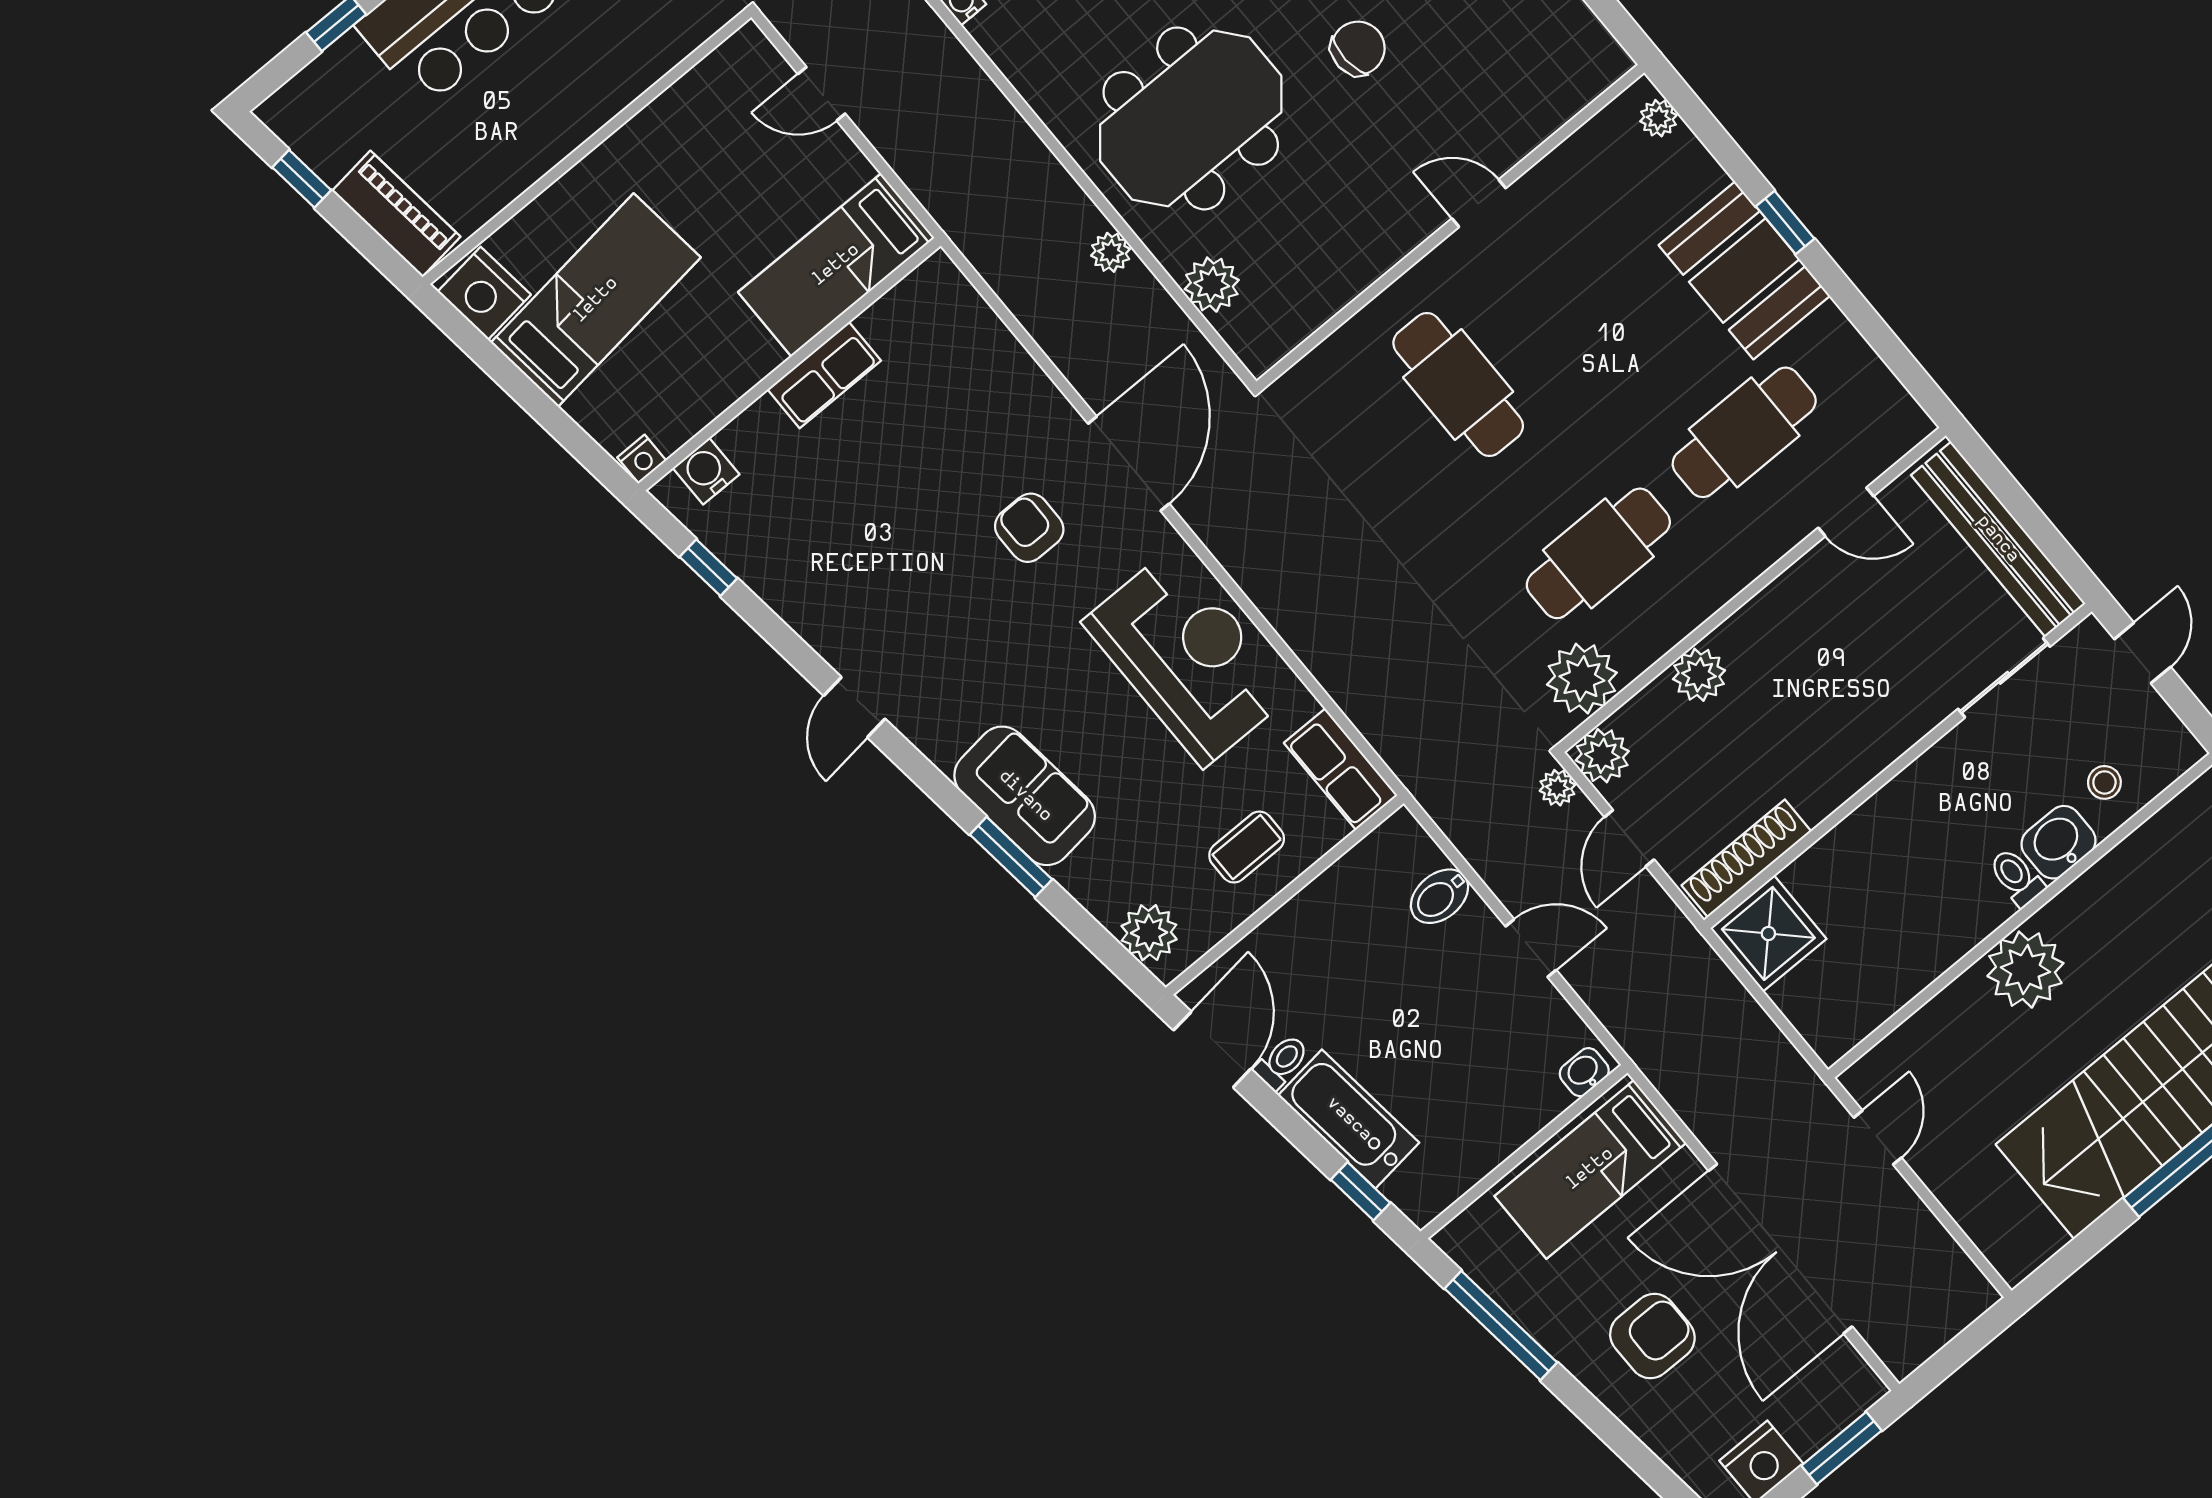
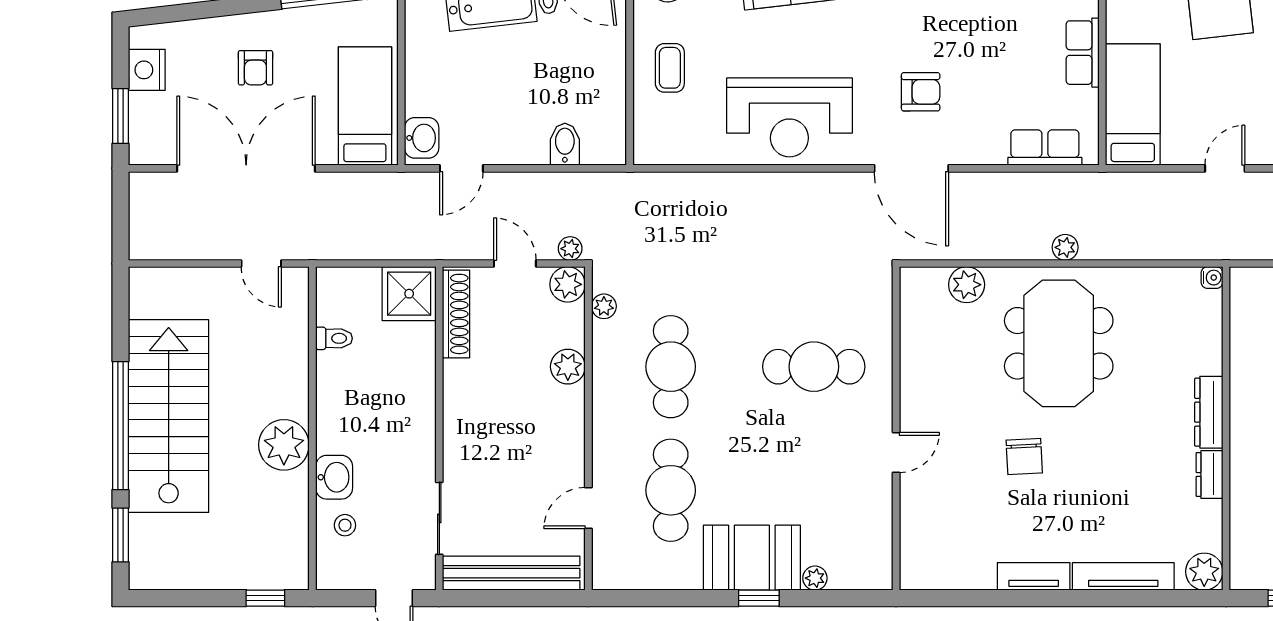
plant: (1658, 118) -> (815, 578), moved
plant: (1111, 252) -> (1065, 247), moved
plant: (1582, 679) -> (604, 306), width x0.53, depth x0.53
row of seats: (1341, 769) -> (1045, 148), moved
toilet: (2017, 877) -> (334, 338), moved
door: (1531, 948) -> (461, 168), moved
plant: (2025, 970) -> (284, 445), moved
washbasin: (1584, 1072) -> (422, 138), width x1.38, depth x1.45
armchair: (1652, 1336) -> (255, 68), width x0.72, depth x0.72

